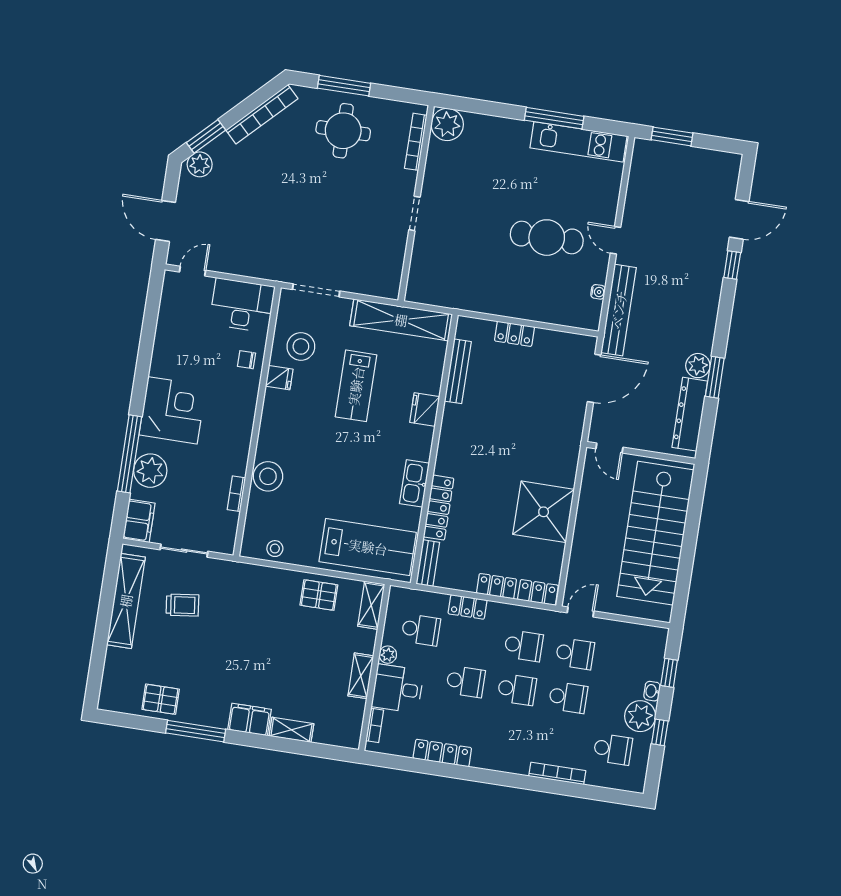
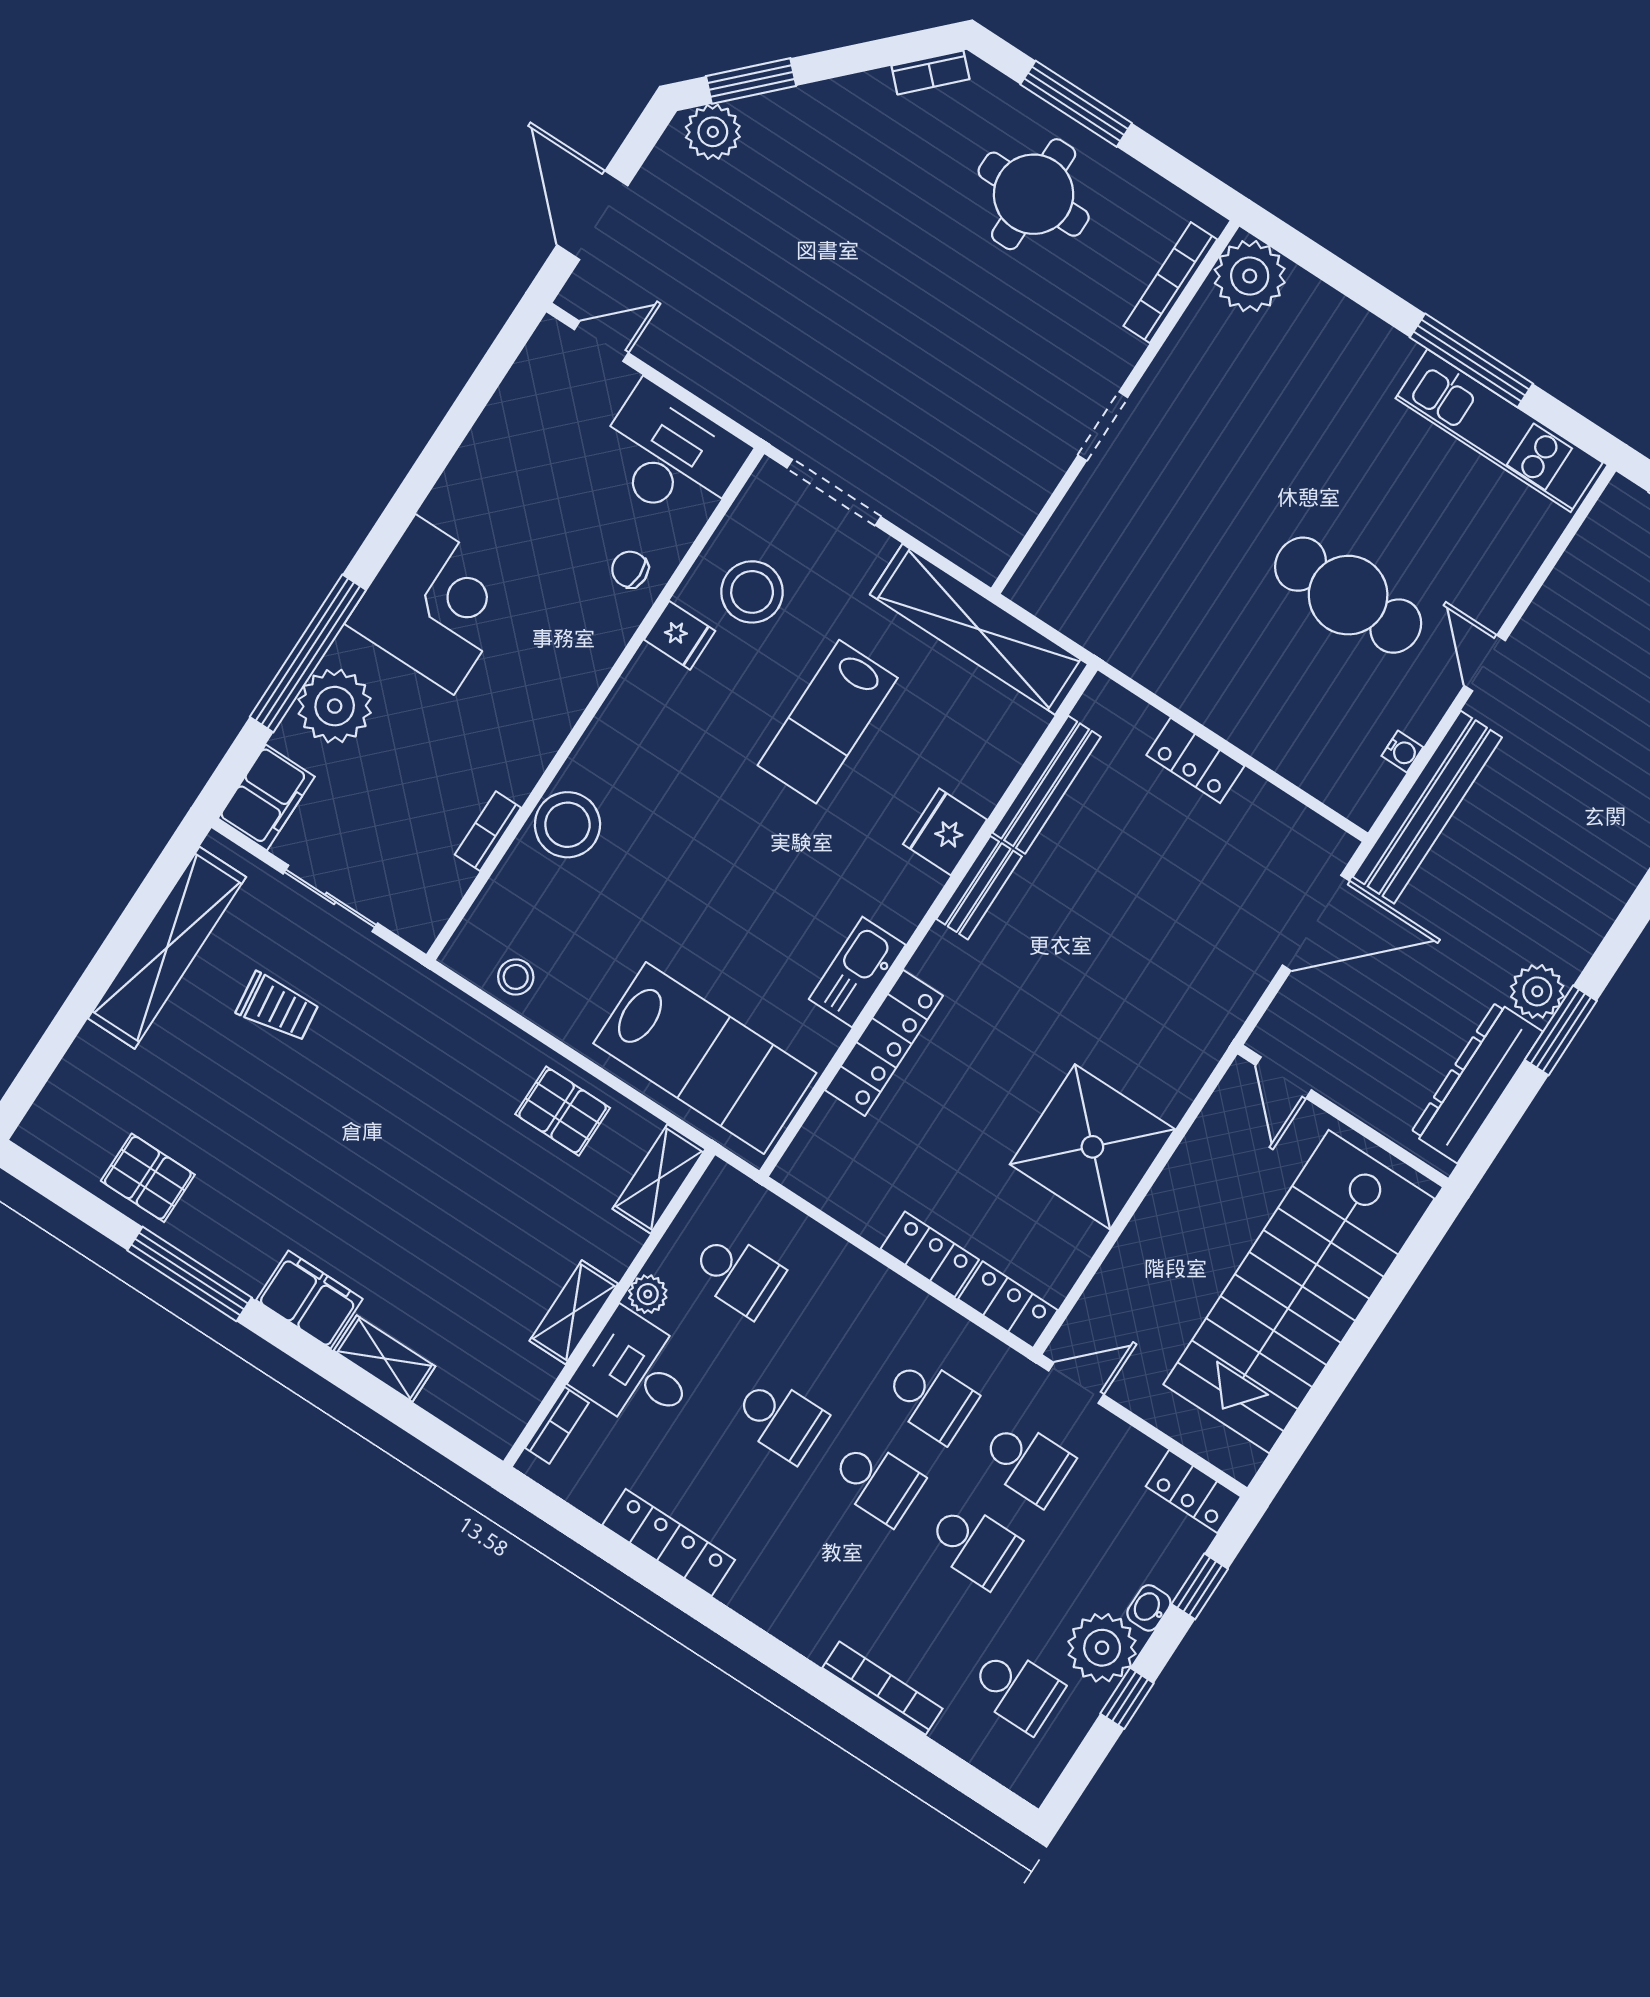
bookcase: (262, 114) -> (930, 72), width x0.43, depth x0.76
bench: (428, 563) -> (979, 888), moved
locker: (468, 607) -> (1193, 1492), moved

